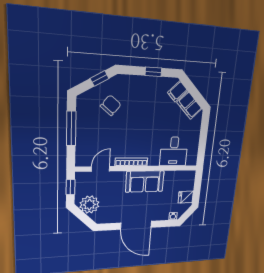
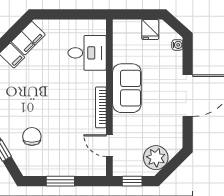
chair: (111, 105) -> (32, 136), turned 51
window: (71, 129) -> (60, 181), width x0.69

